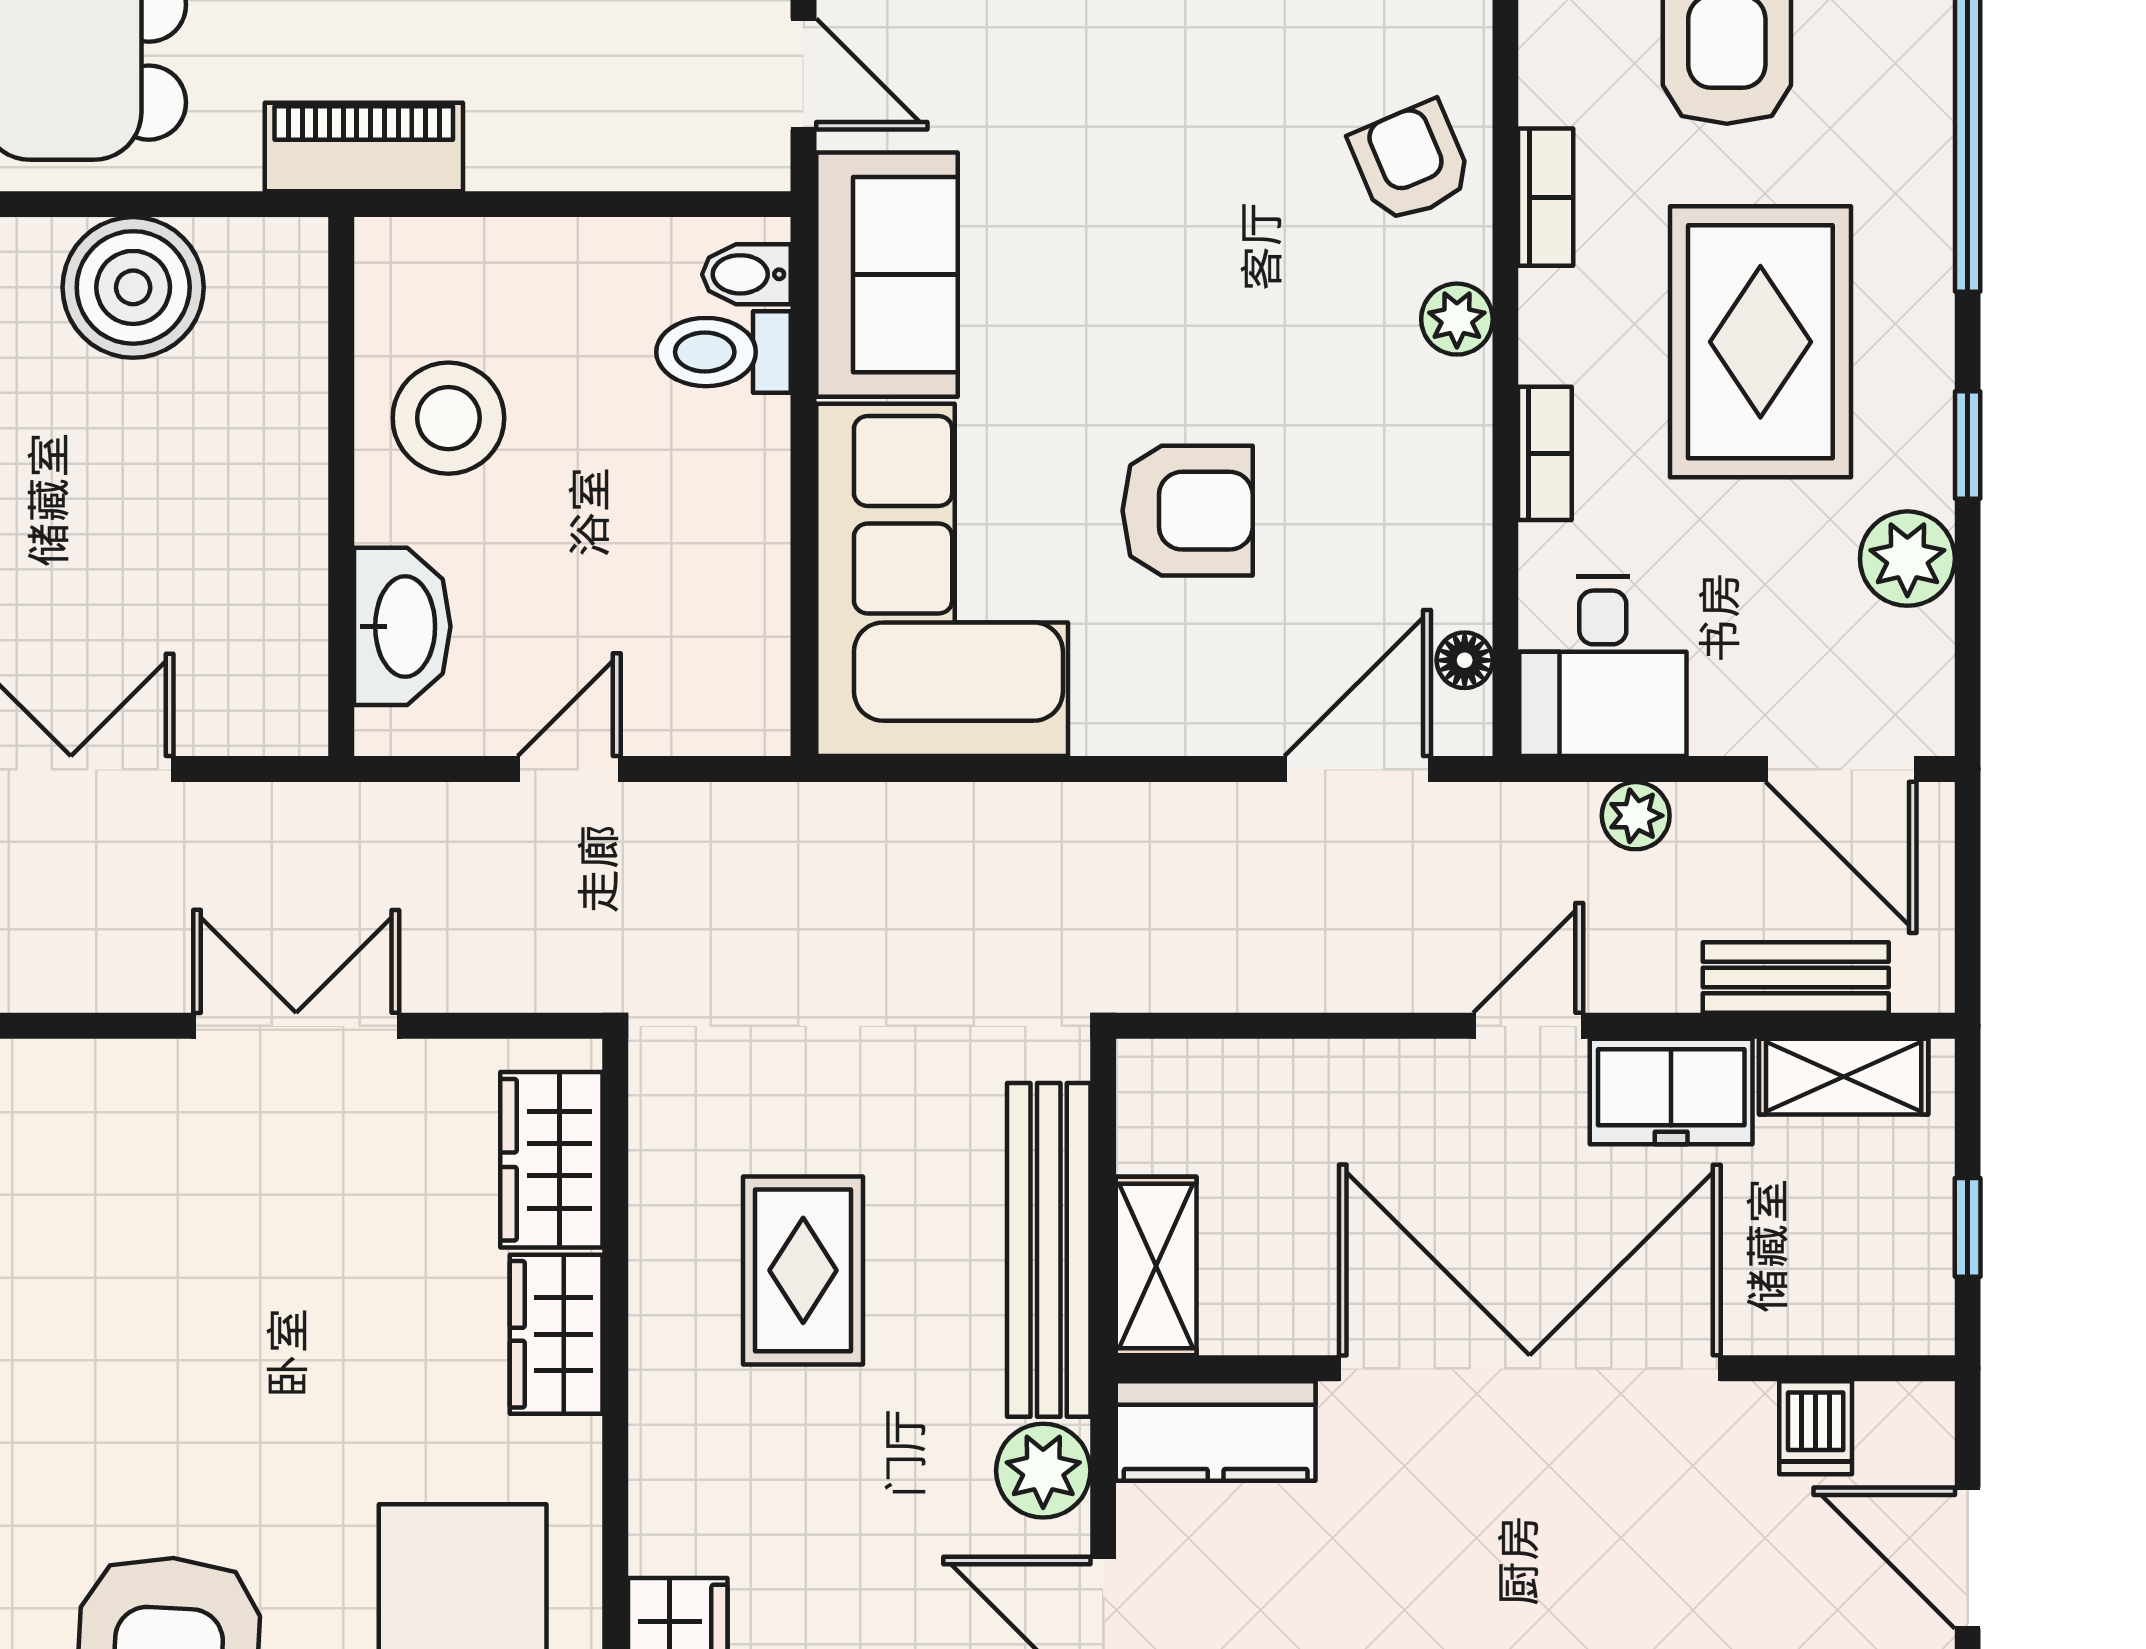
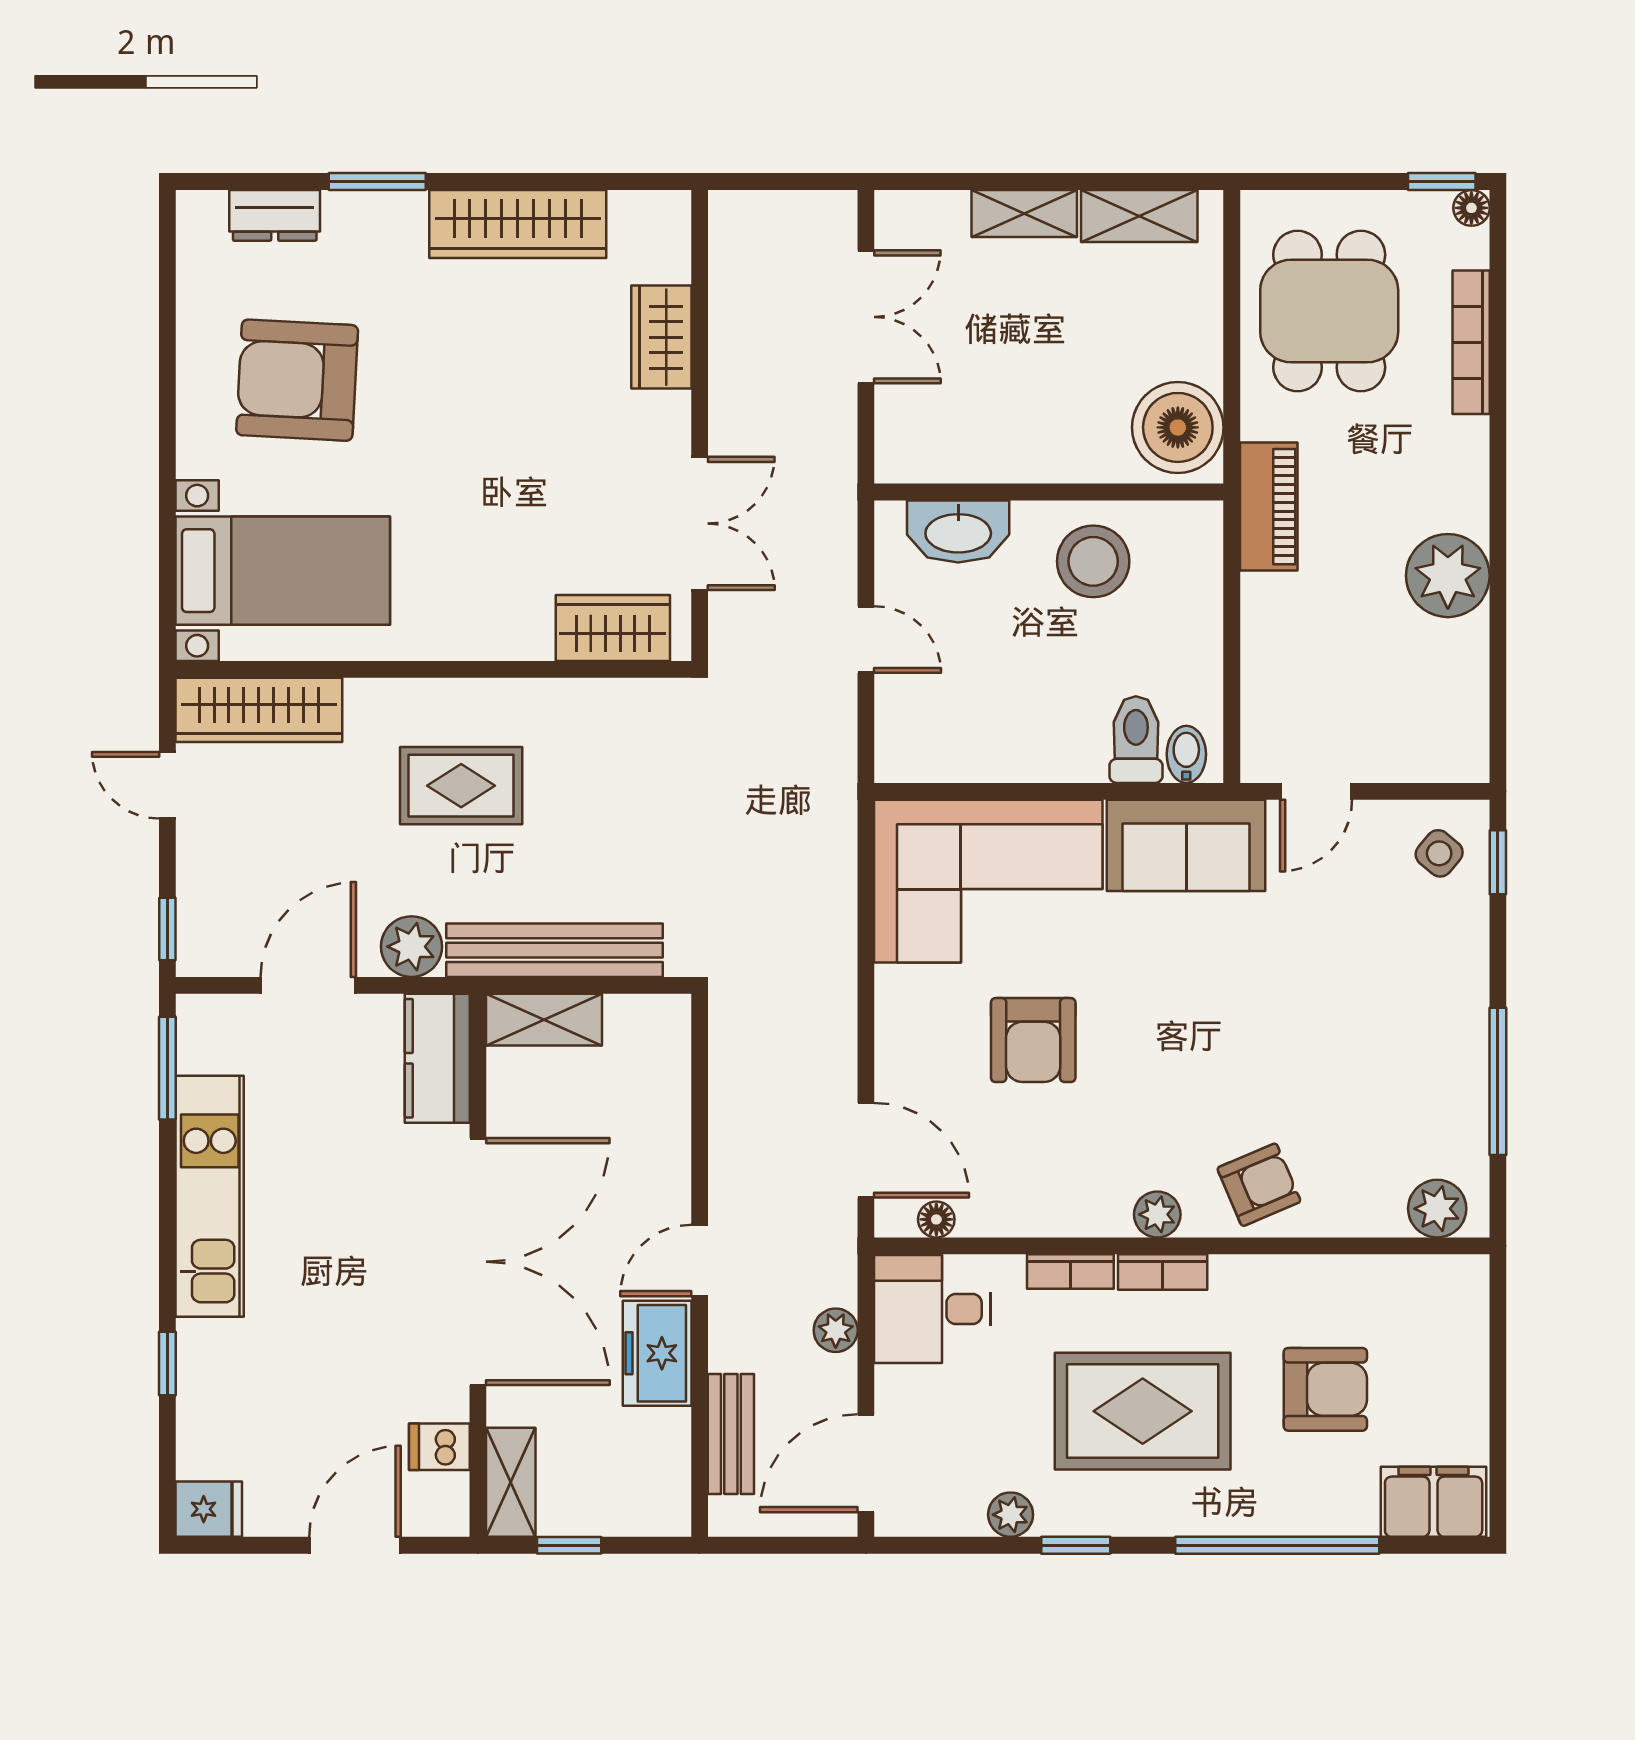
bookcase: (1546, 197) -> (1163, 1272), moved
boiler: (133, 287) -> (1178, 427), moved
plant: (1907, 559) -> (1011, 1515), width x0.73, depth x0.73
double door: (296, 1026) -> (700, 523), moved
door: (1528, 1026) -> (700, 1261), swing flipped
shelving: (1844, 1077) -> (511, 1482), moved
rug: (803, 1270) -> (461, 786), moved
wardrobe: (556, 1334) -> (661, 337), moved, turned -90

